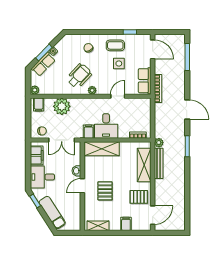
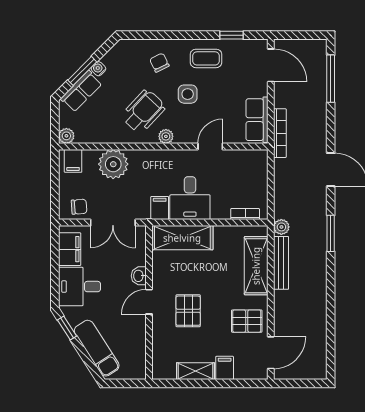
side table: (119, 64) -> (188, 94), moved
shelving: (98, 226) -> (195, 371), moved

